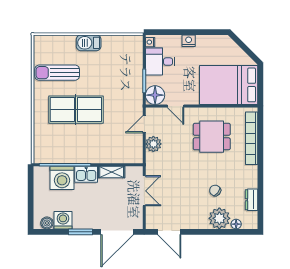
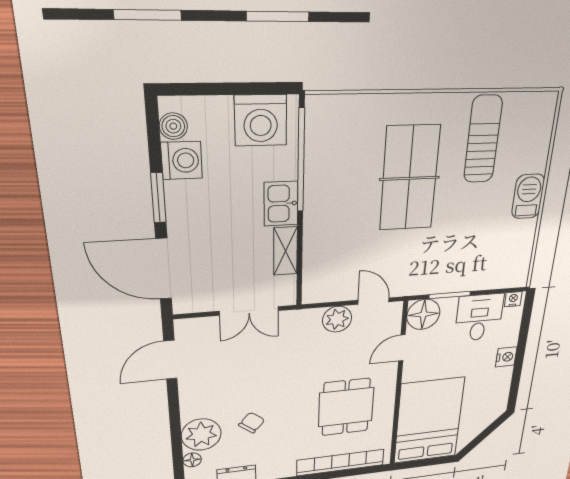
washing machine: (62, 178) -> (261, 120), moved, turned -90

